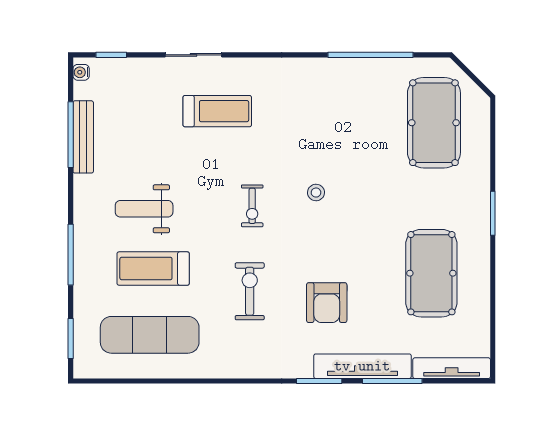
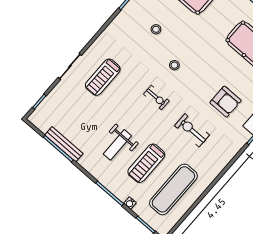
water cooler: (81, 72) -> (130, 203), moved
treadmill: (217, 111) -> (103, 77), turned 180
stool: (342, 126) -> (156, 29), added

